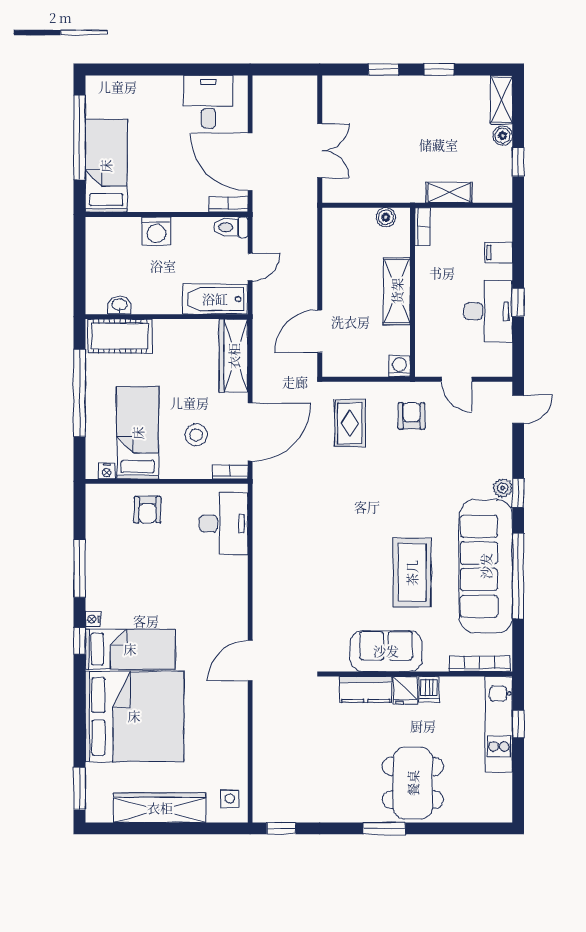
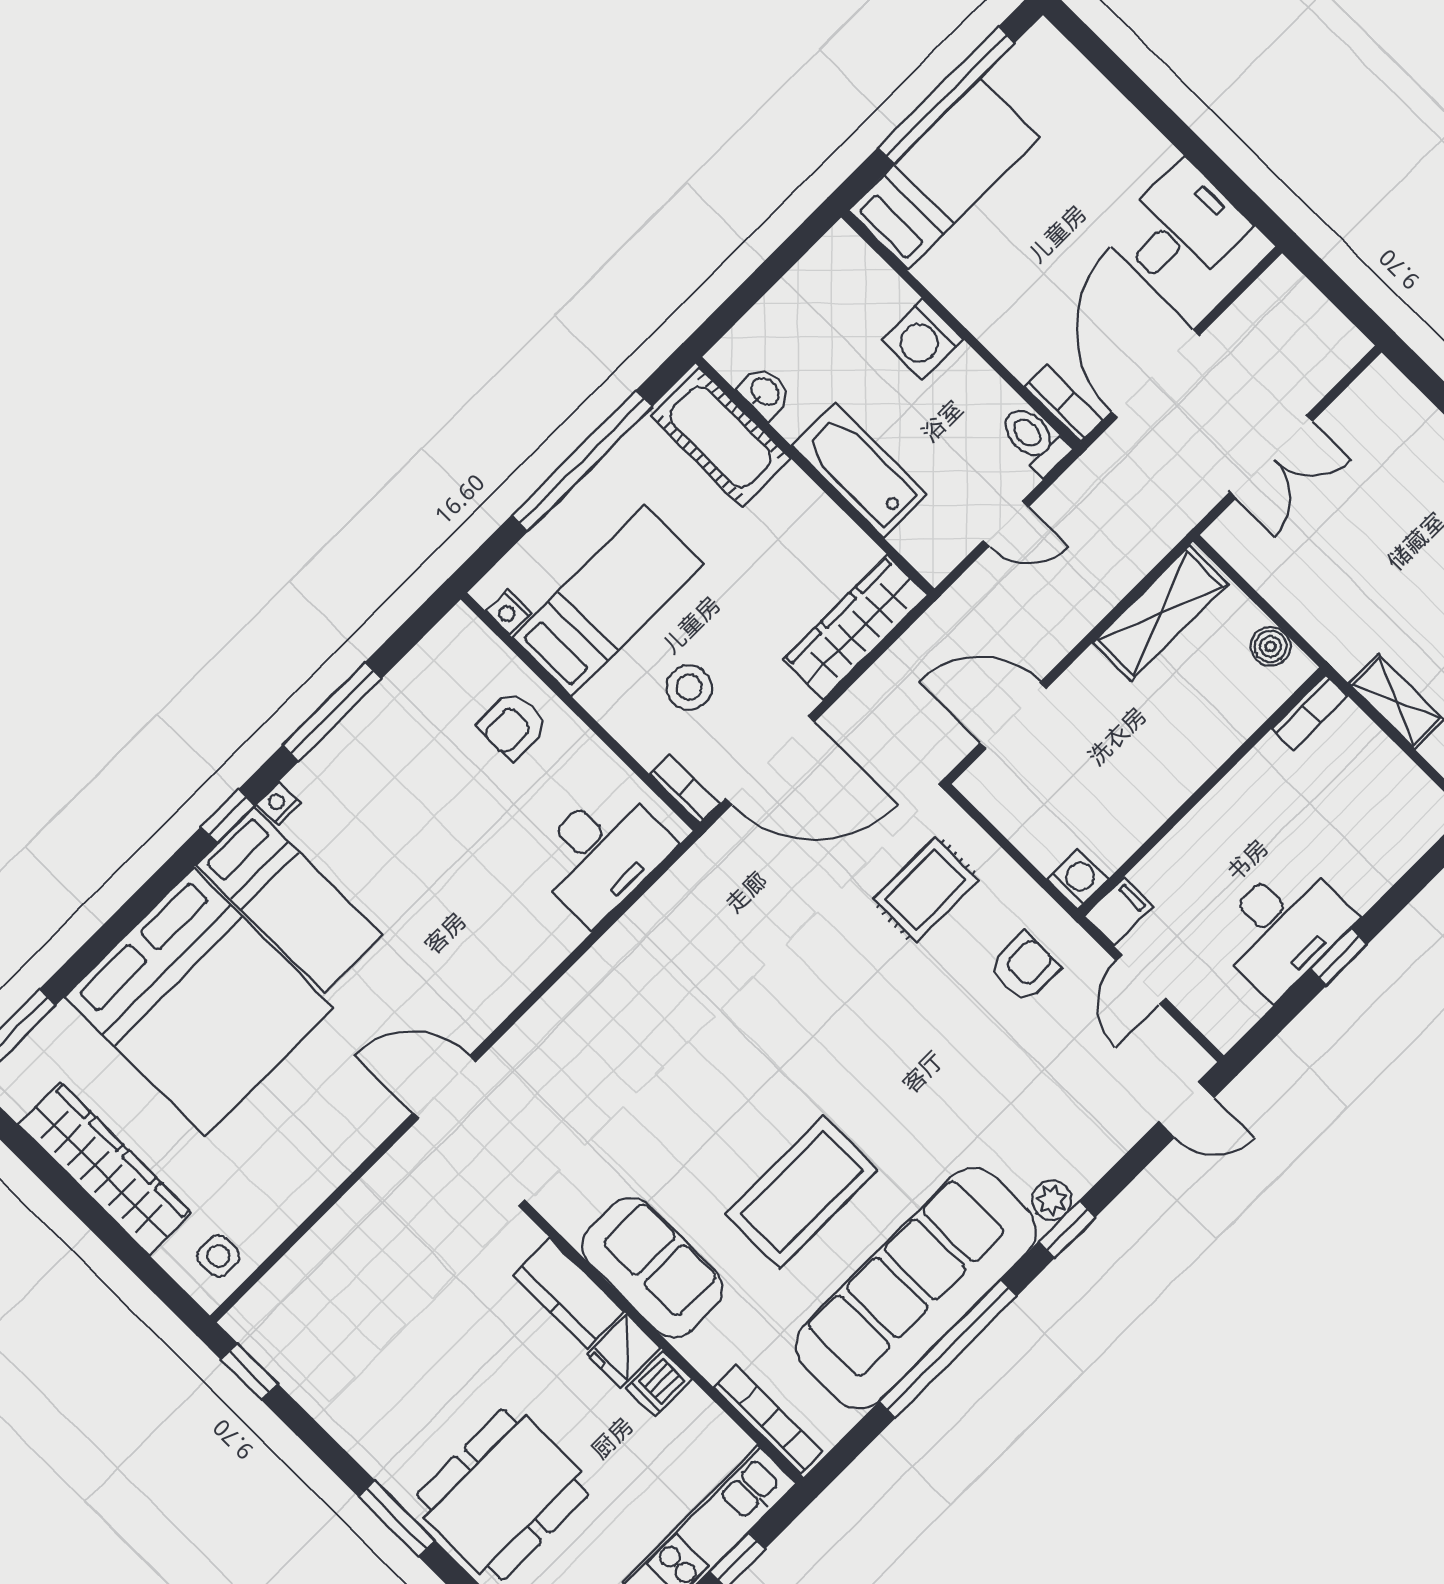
filing cabinet: (499, 253) -> (1119, 911), moved, turned 90
shelving: (397, 291) -> (1160, 613), moved
bathtub: (215, 299) -> (859, 470), moved

